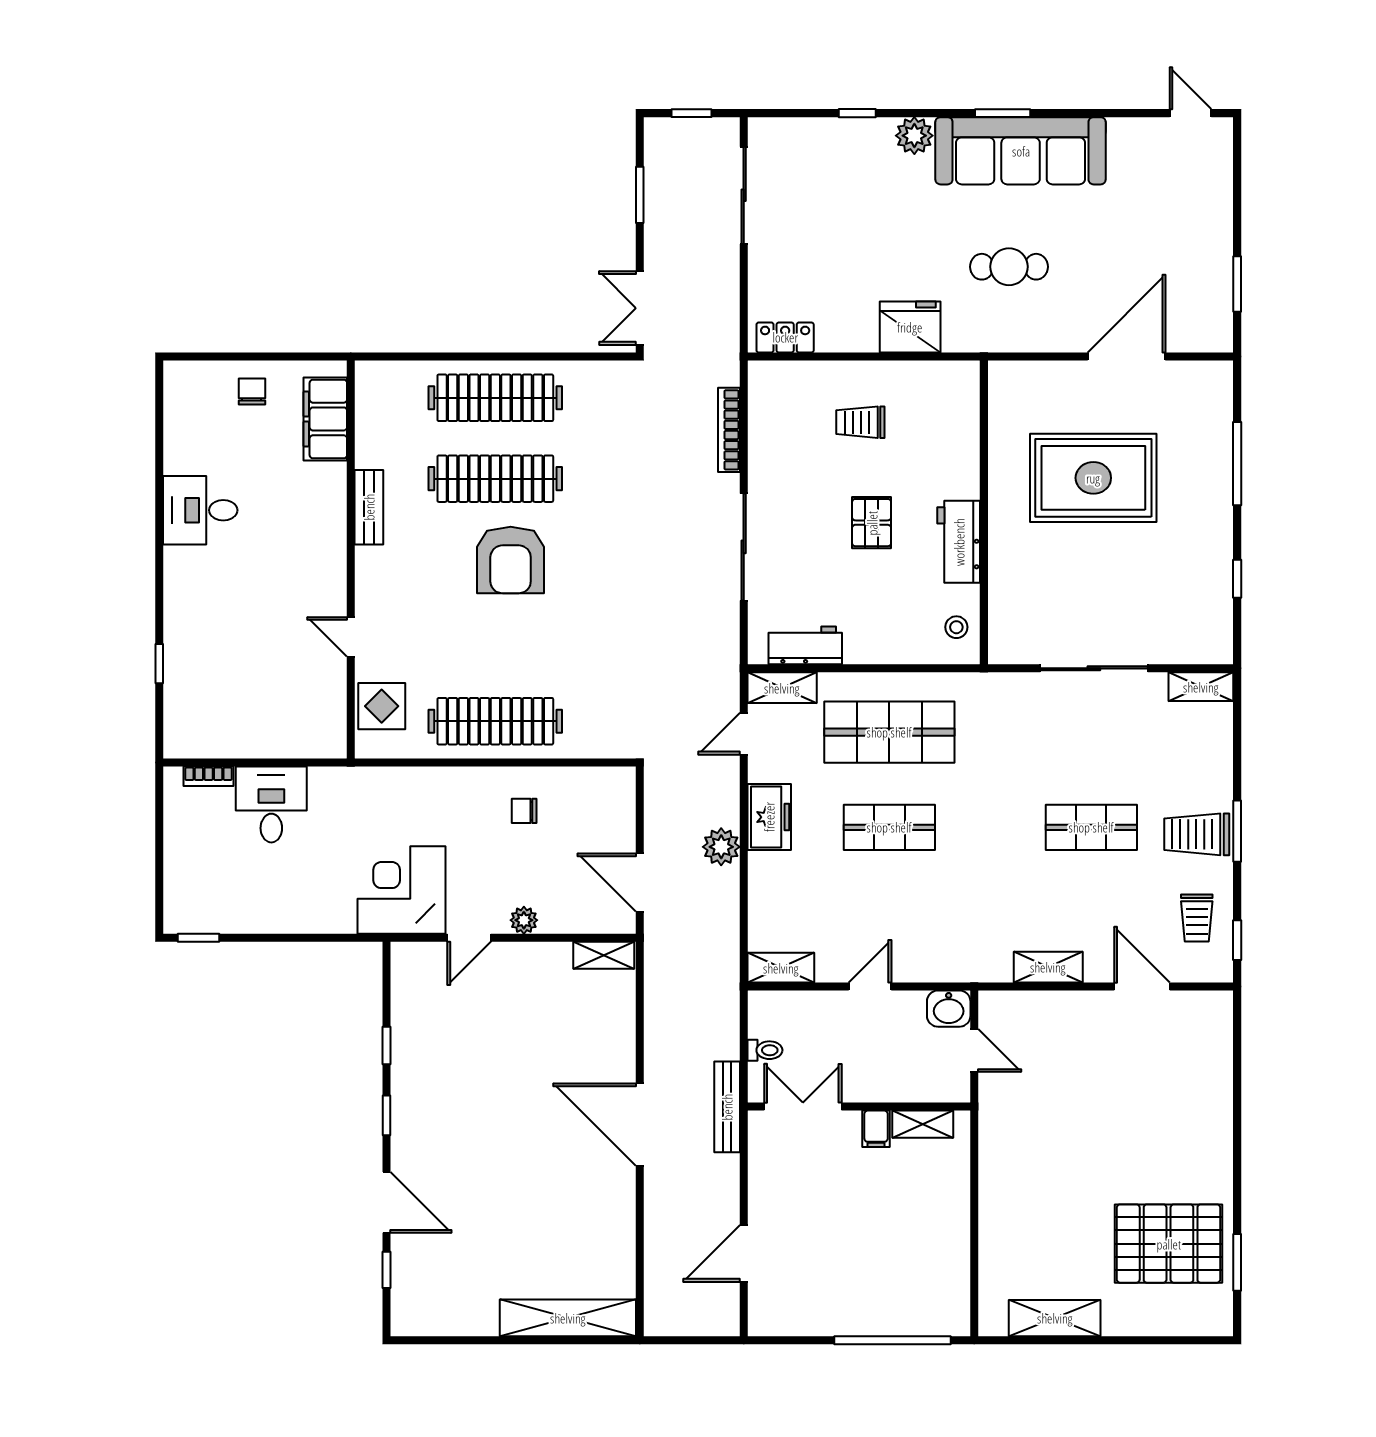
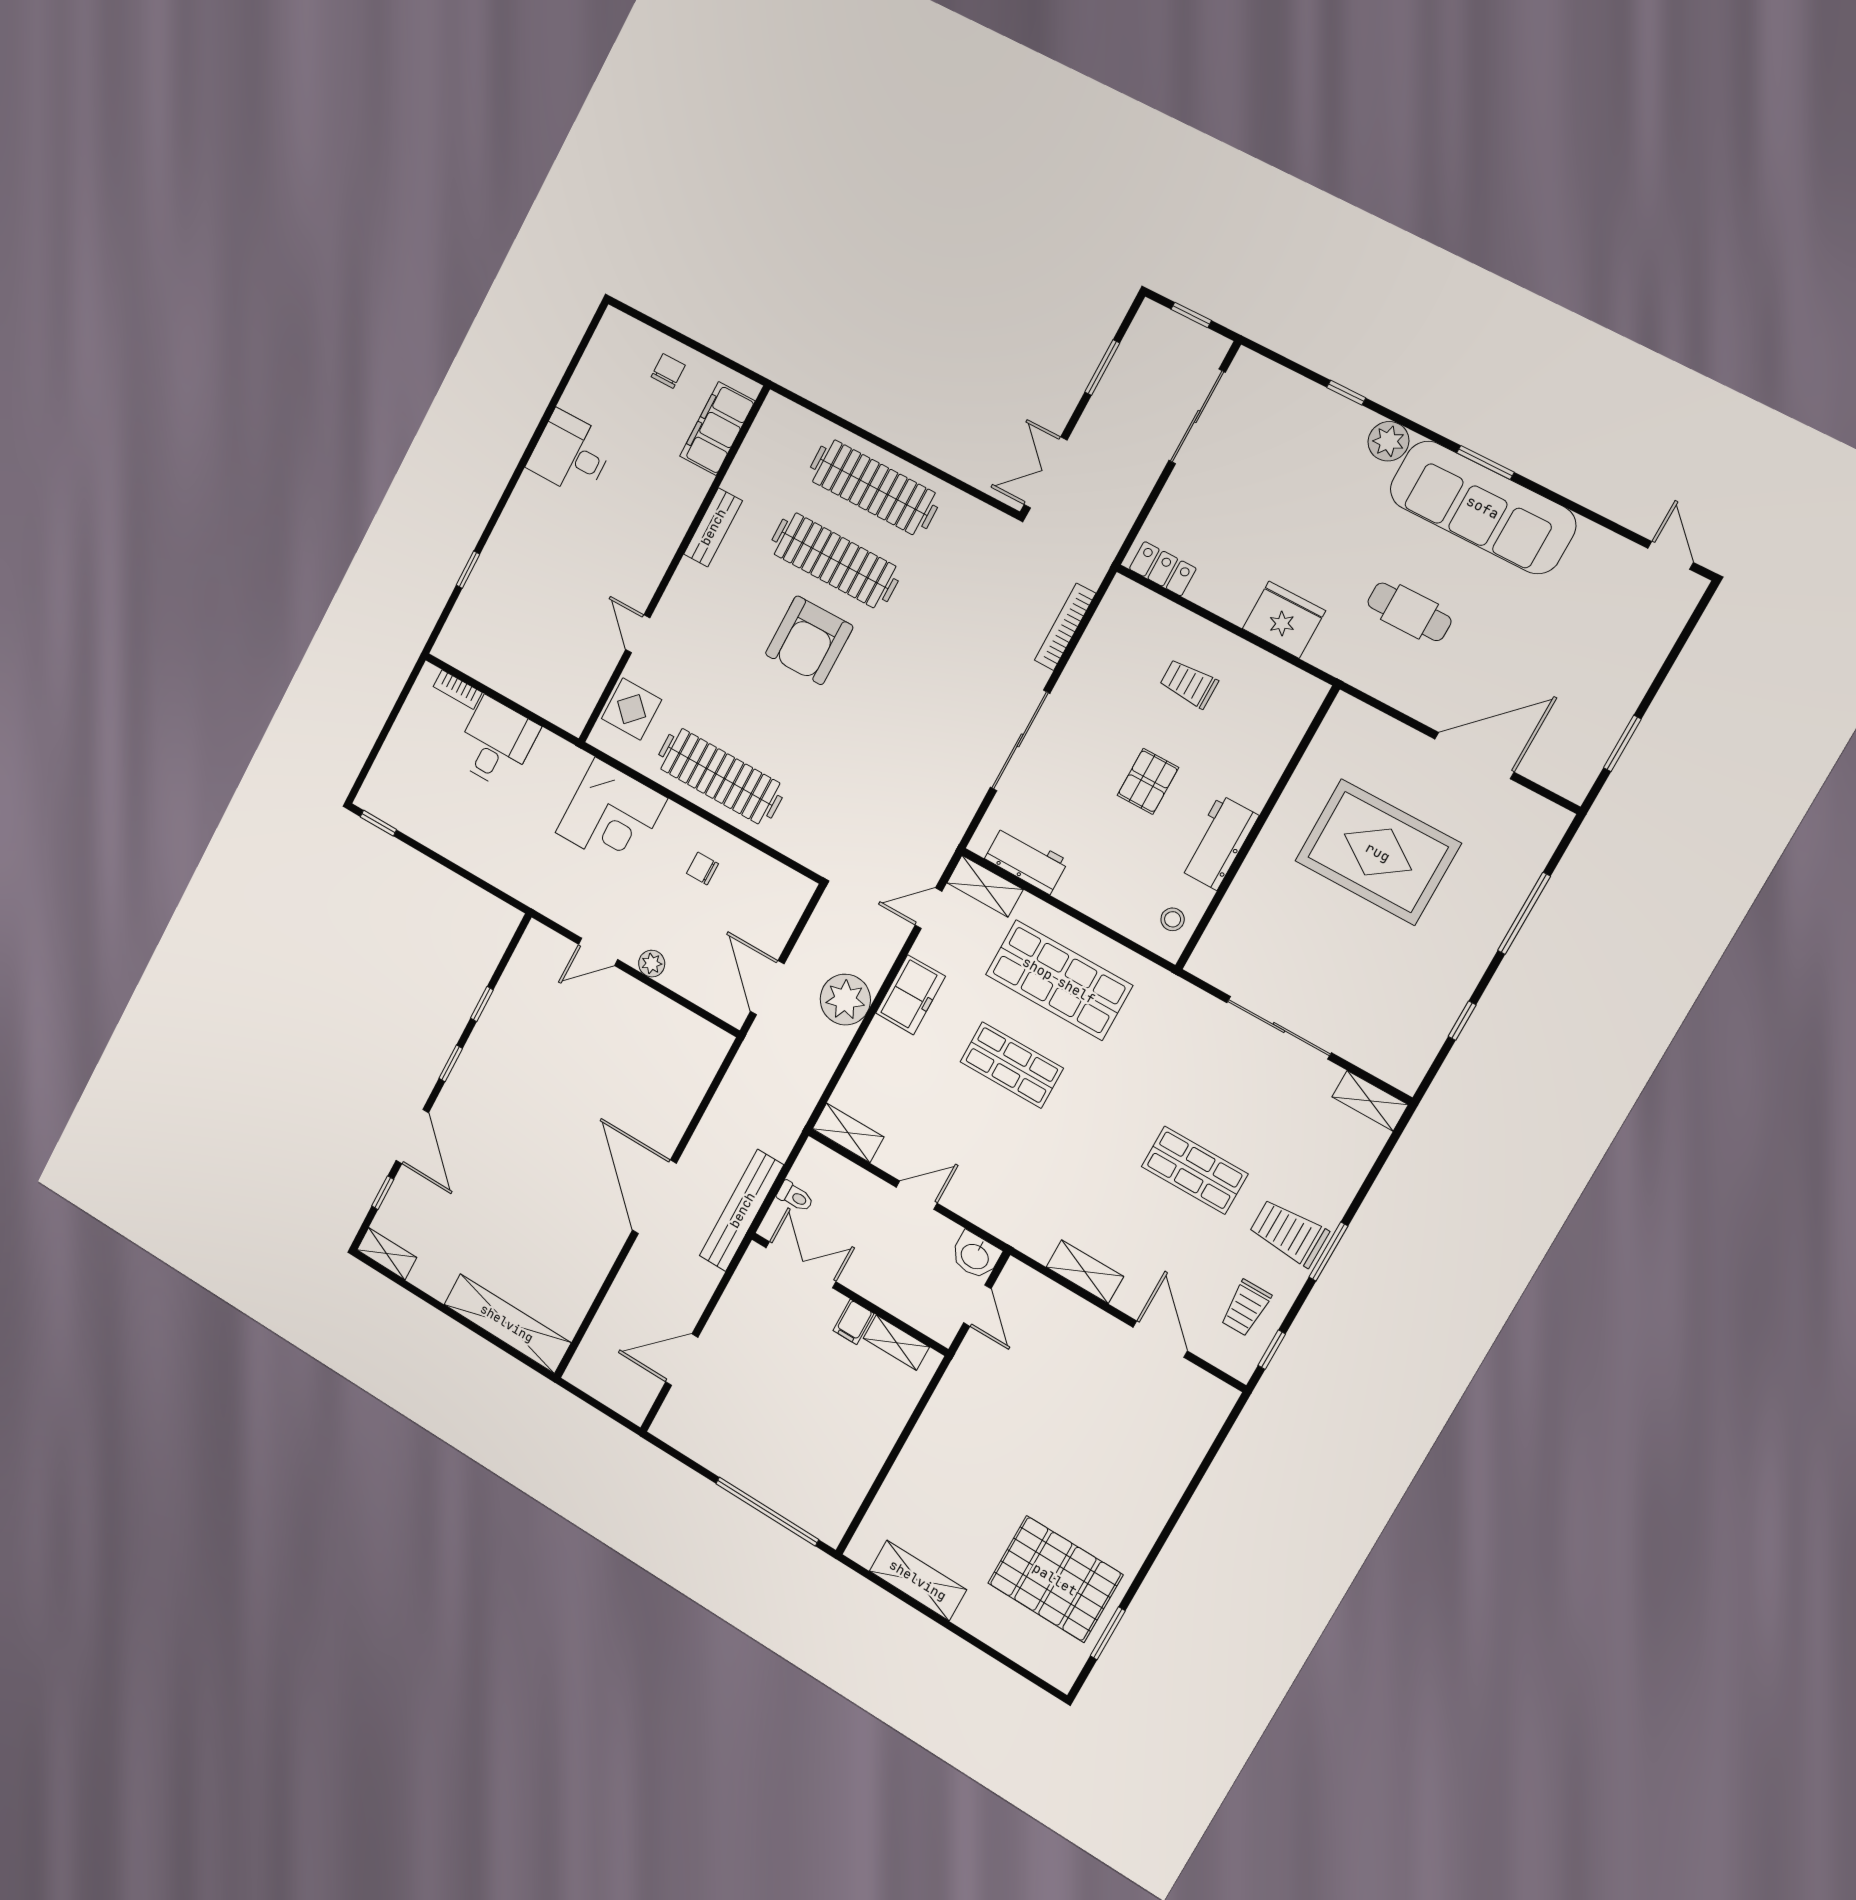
plant: (721, 847) -> (845, 1000), width x1.36, depth x1.36
corner desk: (402, 890) -> (611, 815), moved, turned 180
shelving: (604, 955) -> (387, 1254), moved
bench: (727, 1107) -> (742, 1210), width x1.37, depth x1.21

